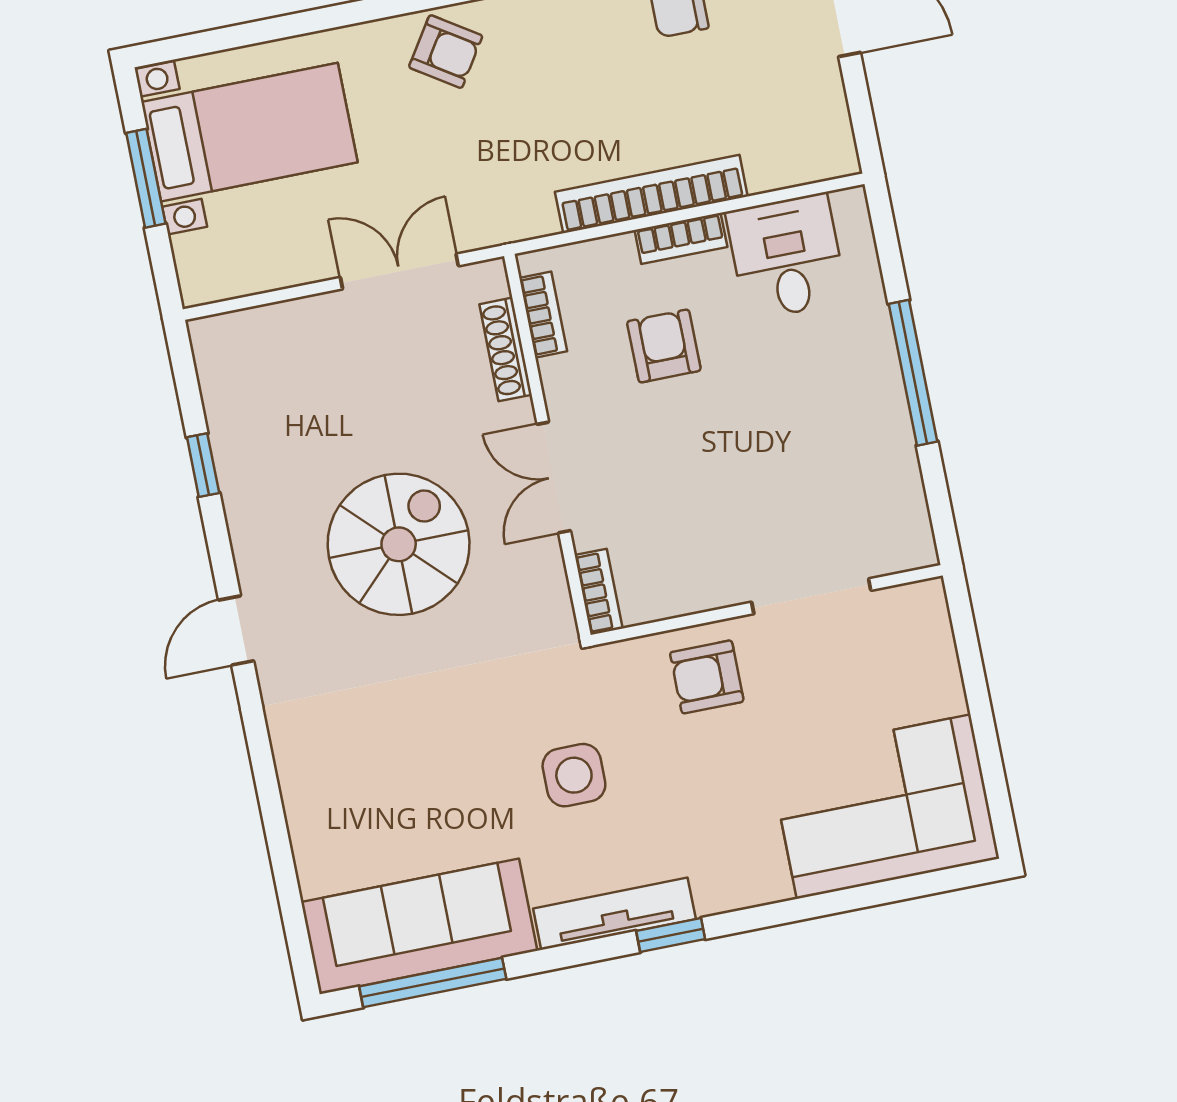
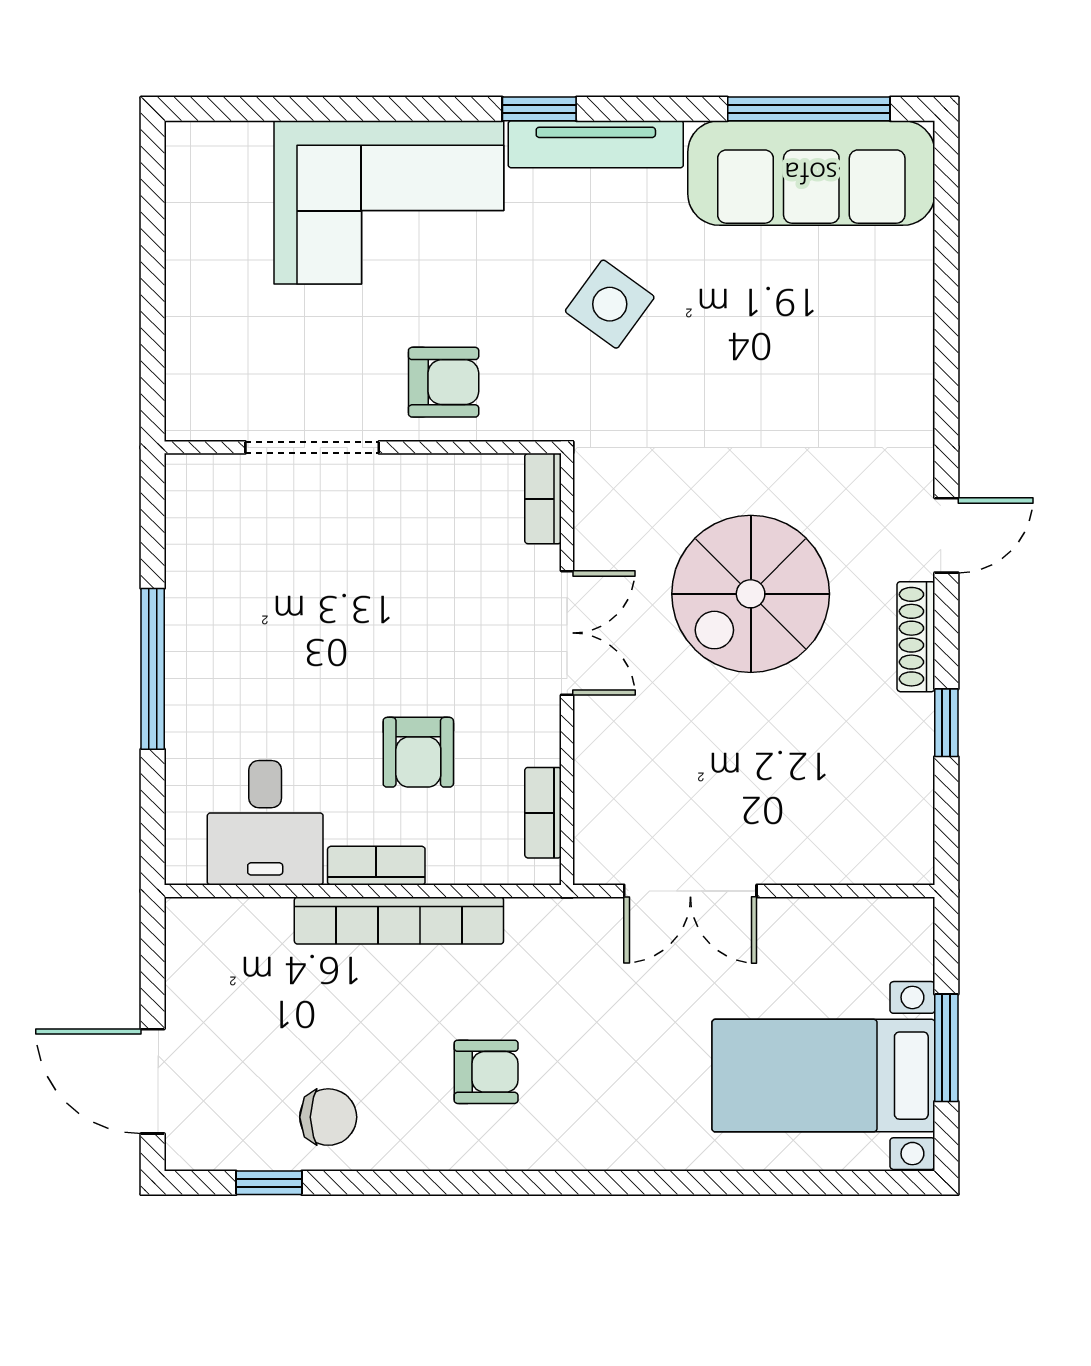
armchair: (446, 52) -> (486, 1072), moved, turned 147
shoe rack: (506, 349) -> (916, 637), moved, turned 180
side table: (574, 775) -> (610, 304), turned 36
corner sofa: (884, 807) -> (389, 202), moved

